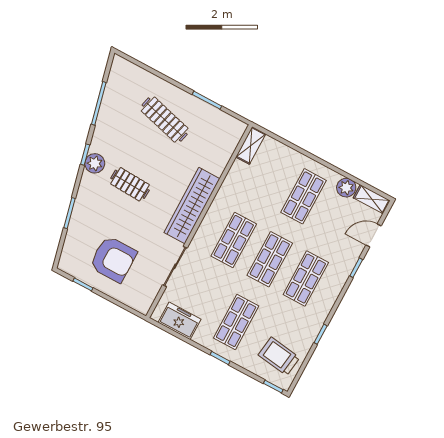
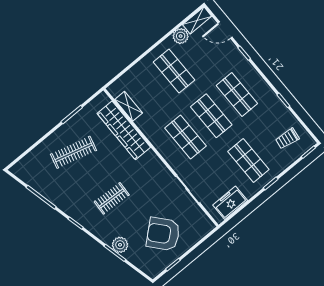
shelving: (251, 145) -> (129, 106), moved
plant: (95, 163) -> (120, 245), moved
wardrobe: (192, 206) -> (124, 130), moved
door: (374, 235) -> (225, 30), hinge flipped
armchair: (113, 259) -> (163, 234), turned -131
trolley: (279, 356) -> (287, 139), width x0.73, depth x0.72

